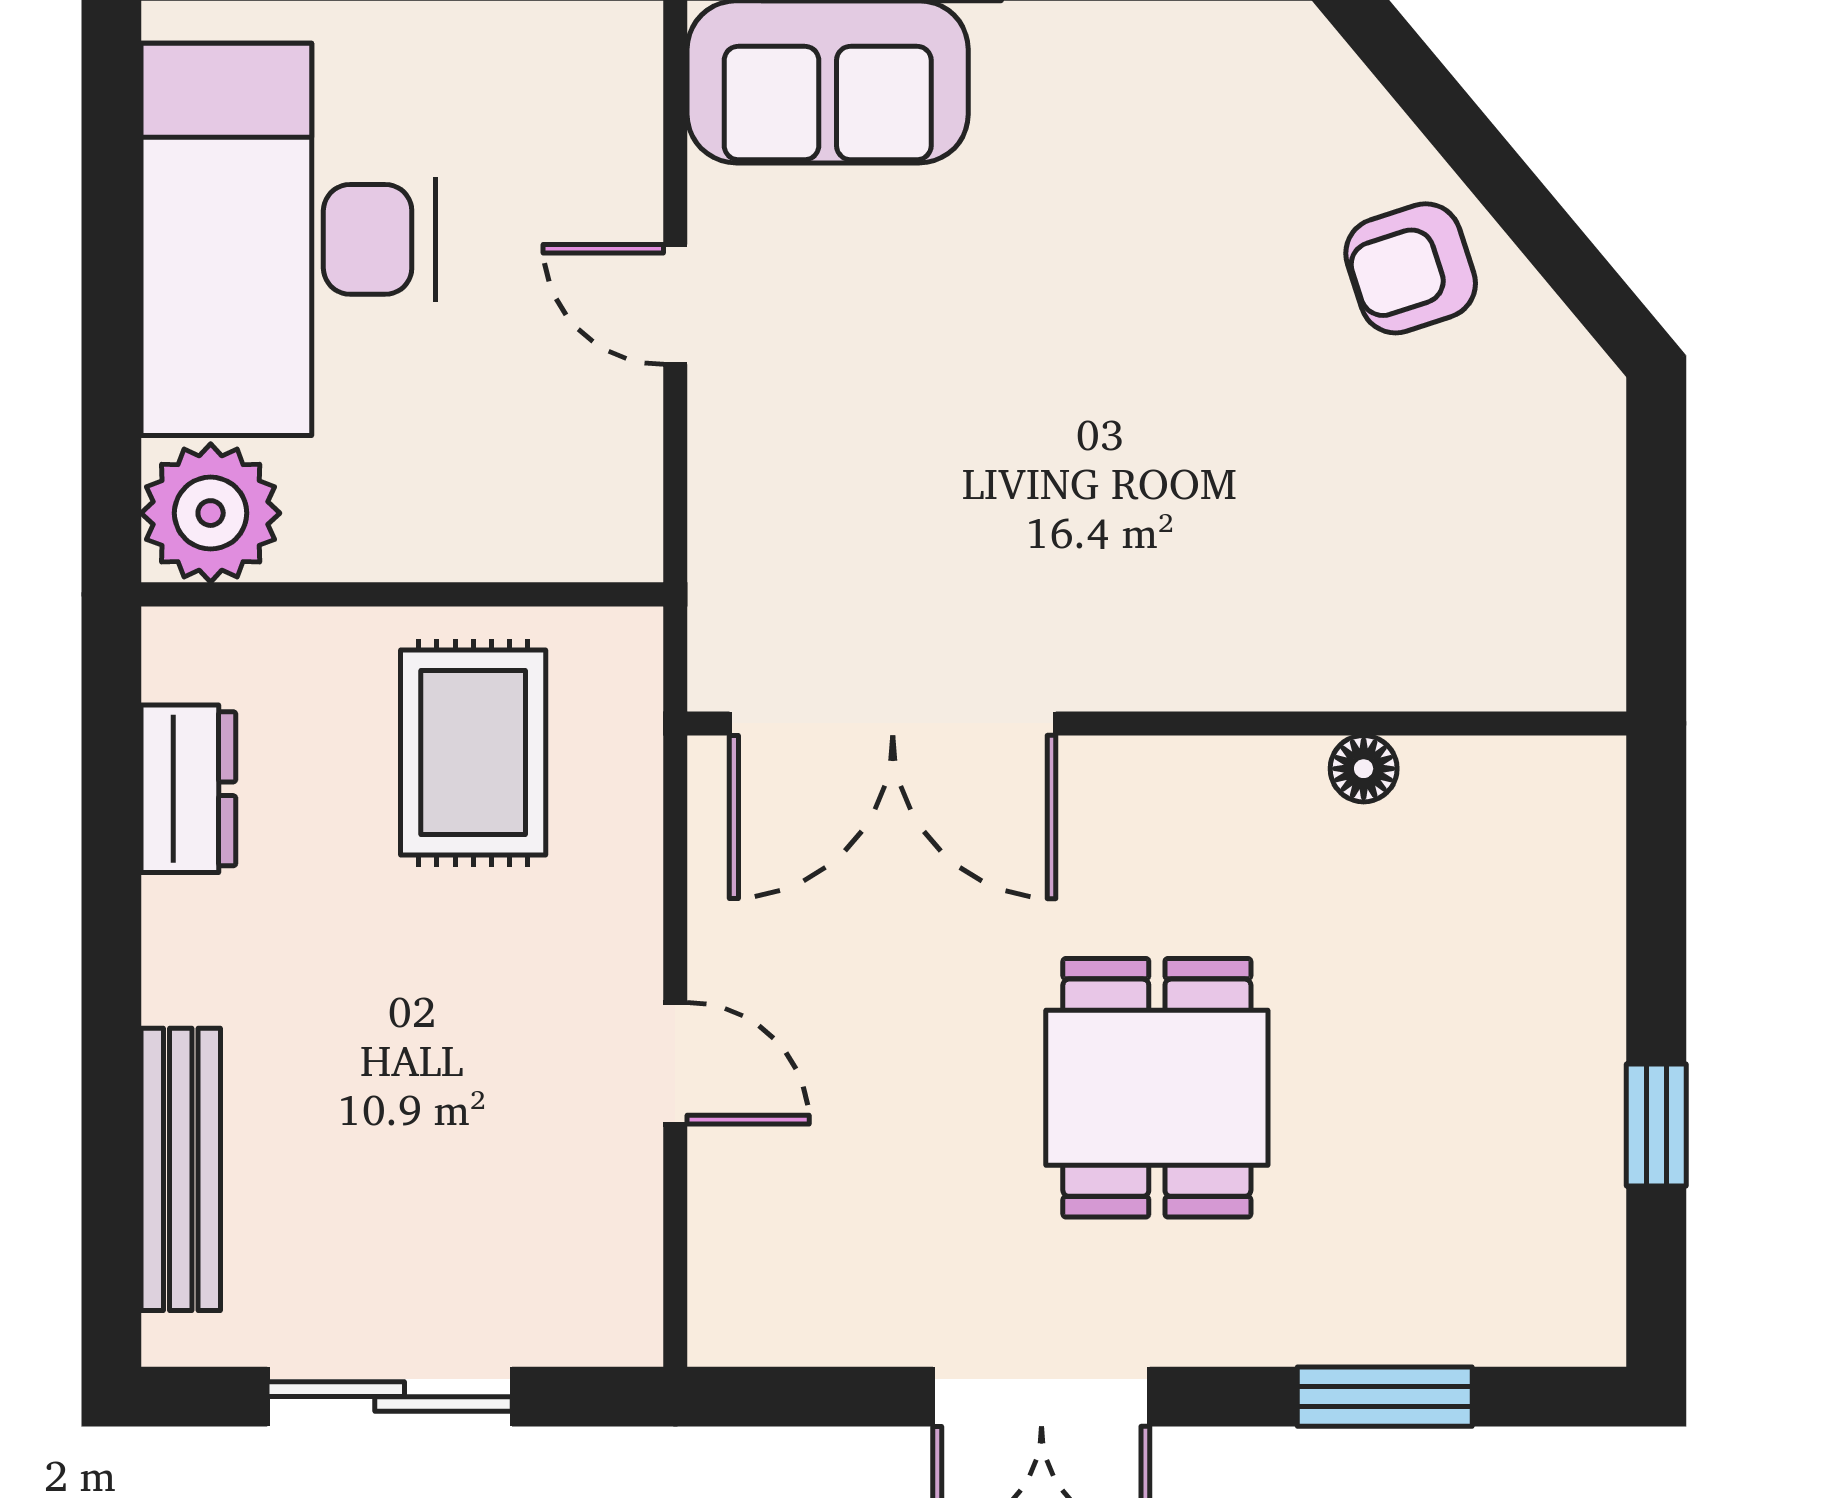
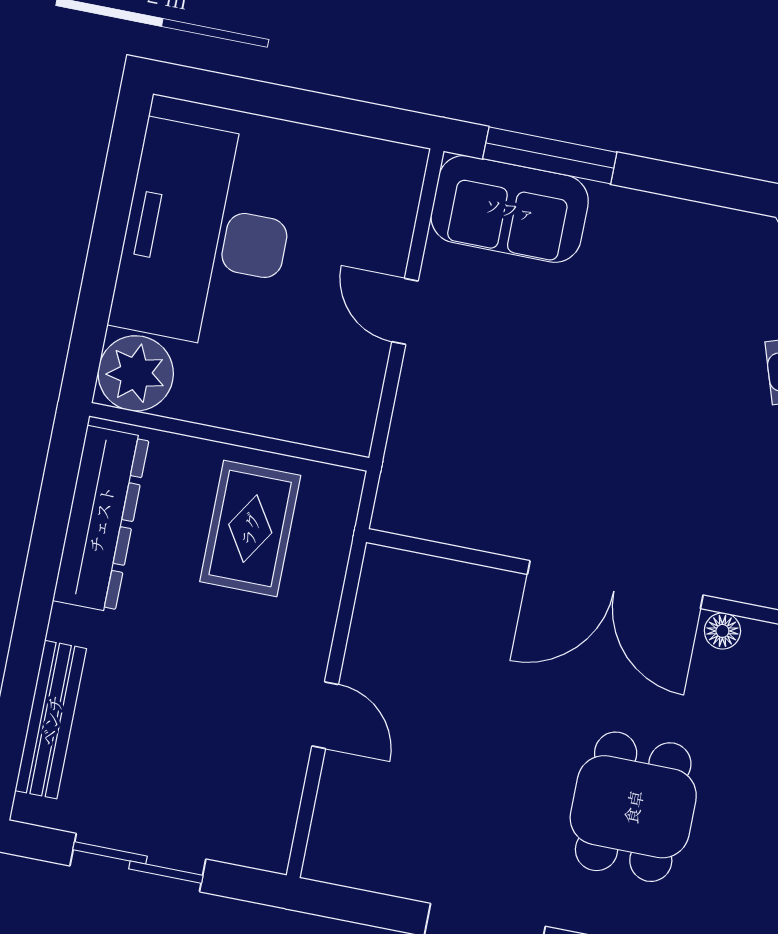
double door: (893, 723) -> (615, 585), moved
dresser: (188, 789) -> (101, 519), width x1.96, depth x1.24
dining table: (1157, 1088) -> (633, 807), moved

